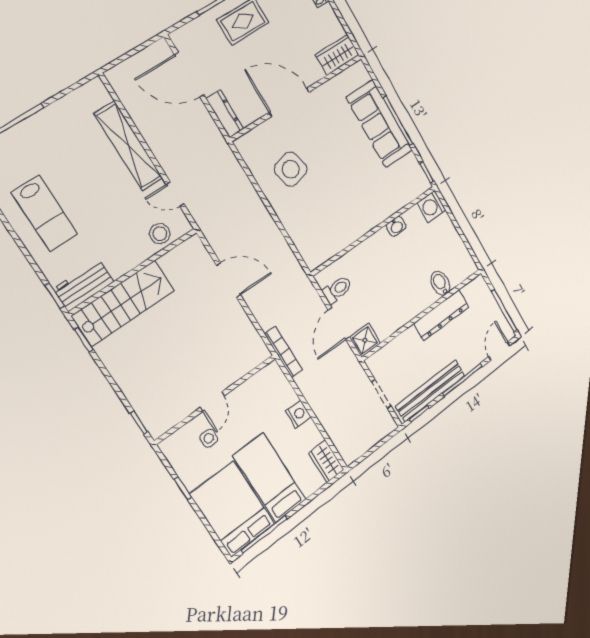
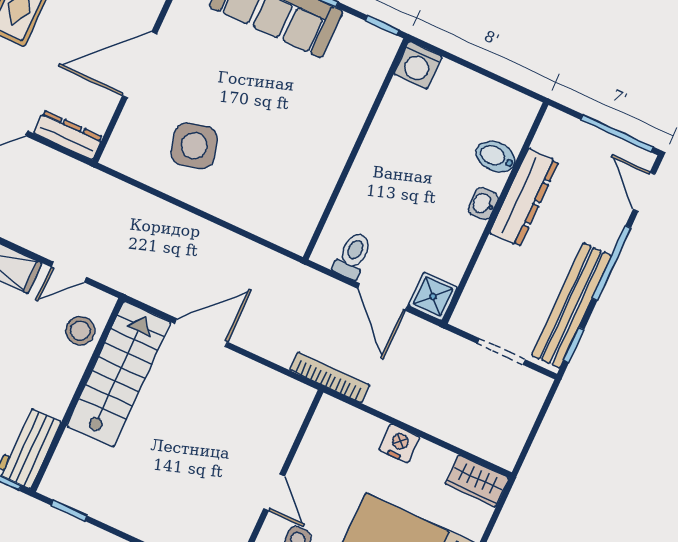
washbasin: (396, 226) -> (483, 204), moved, turned 180
stairs: (123, 303) -> (119, 374), moved

